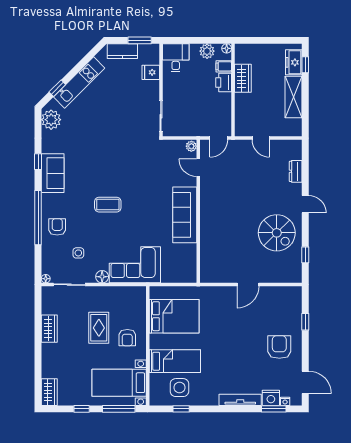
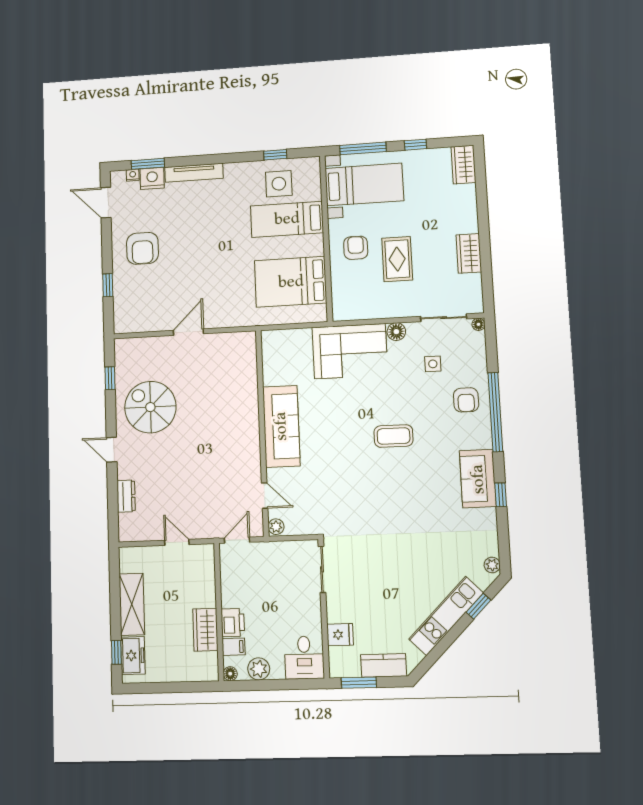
plant: (51, 120) -> (492, 565), width x0.53, depth x0.53

